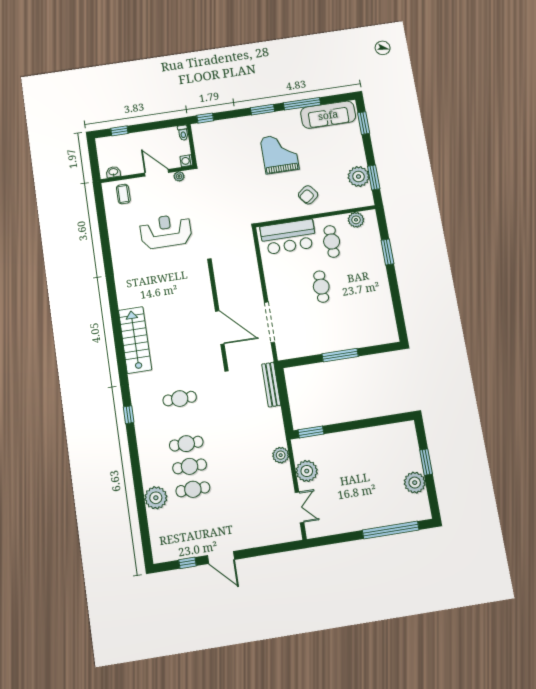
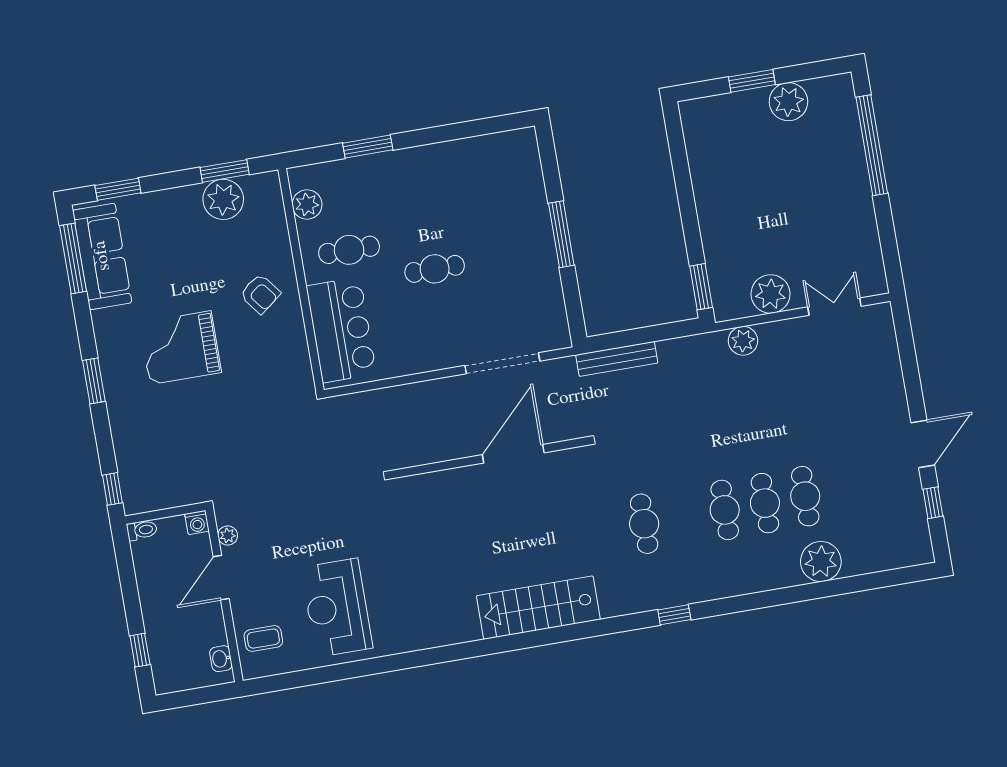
window: (302, 104) -> (73, 259), moved
reception desk: (166, 231) -> (337, 608), moved

